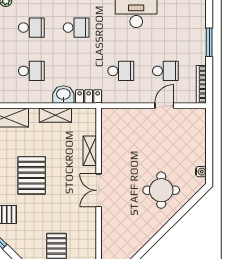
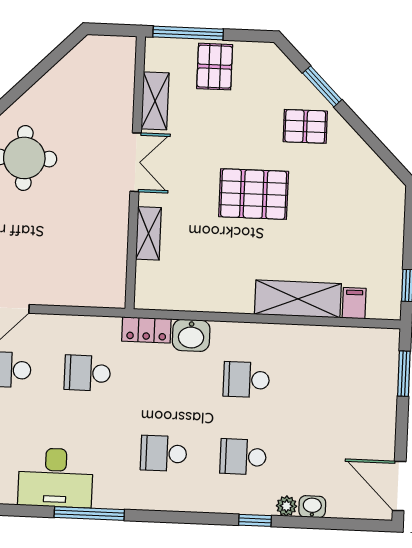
shelving: (55, 115) -> (155, 101), moved, turned 90
pallet: (32, 175) -> (254, 194), turned 90

